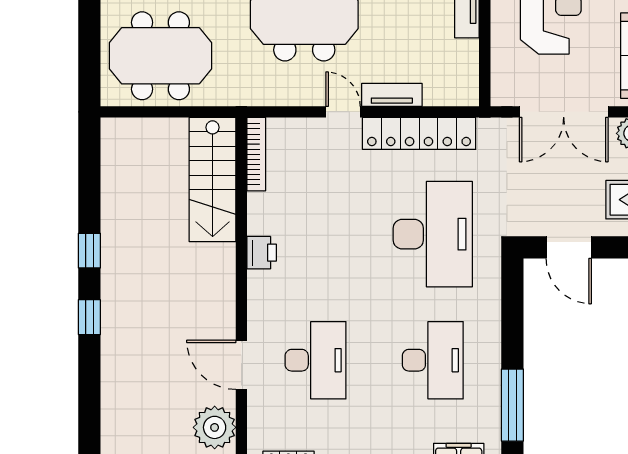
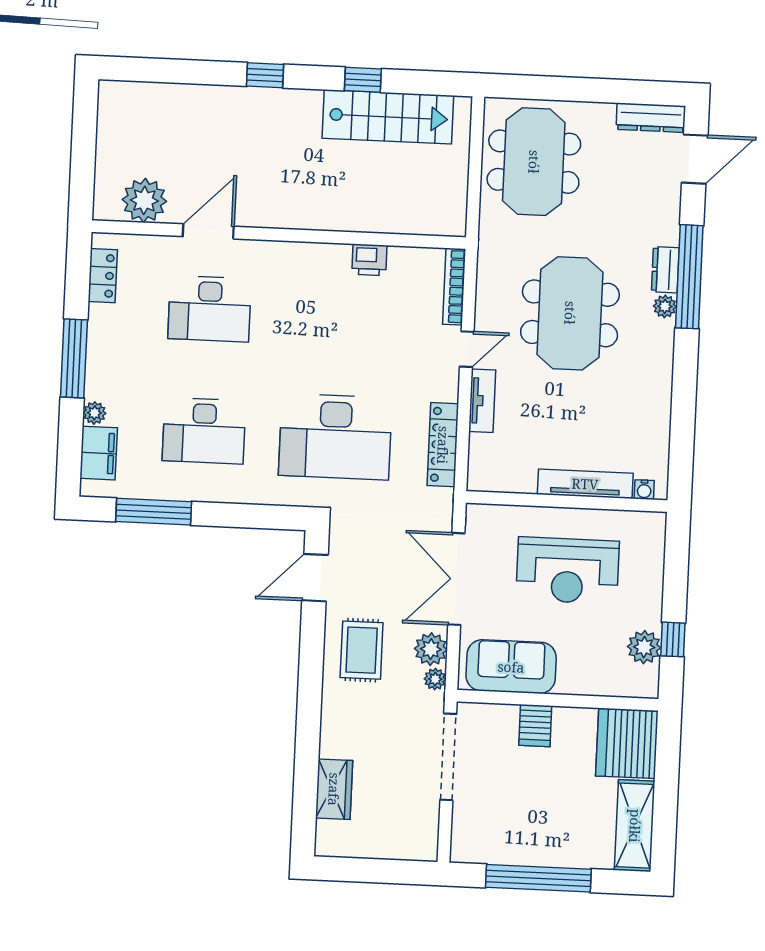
locker: (419, 133) -> (443, 445), width x0.71, depth x0.83
bookcase: (256, 154) -> (454, 287), moved, turned 90
stairs: (213, 180) -> (388, 117), moved, turned 180
window: (89, 251) -> (363, 80), moved
printer: (262, 253) -> (369, 260), moved

